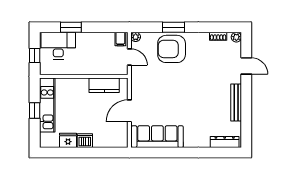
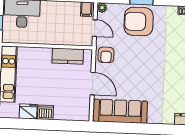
armchair: (141, 83) -> (106, 55), added
door: (129, 111) -> (93, 84), swing flipped

